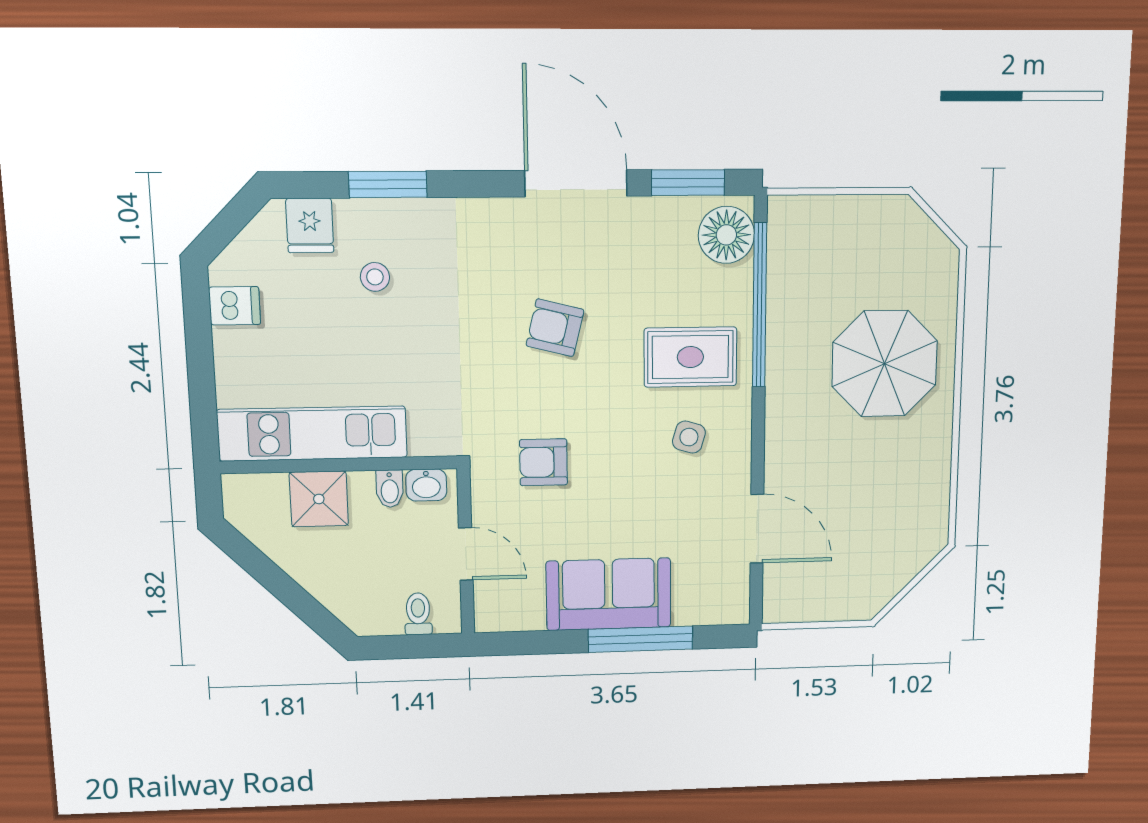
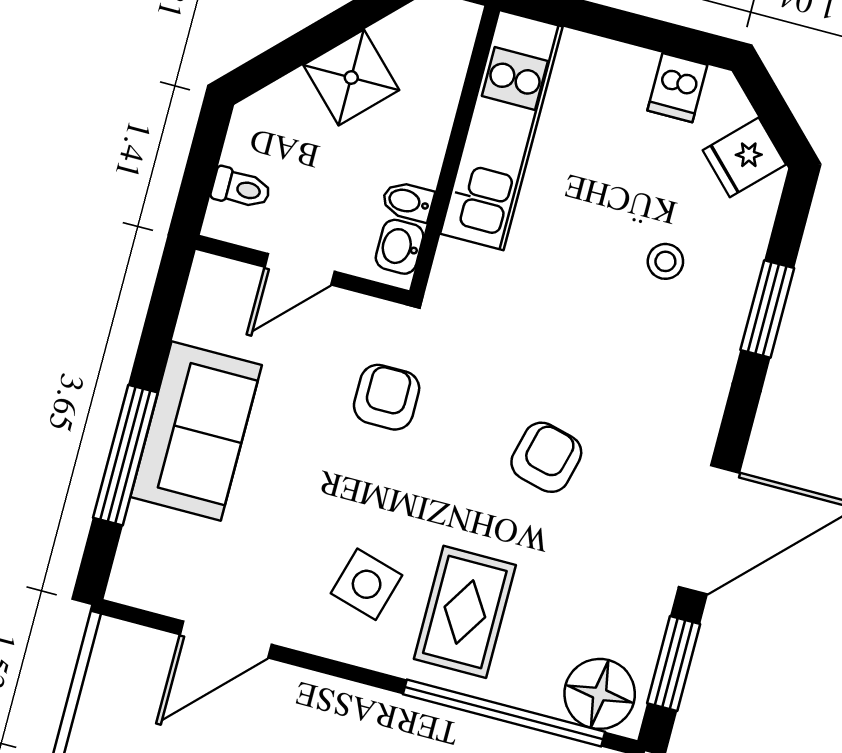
fridge: (310, 225) -> (744, 157), moved, turned -45
side table: (689, 437) -> (367, 584), width x1.37, depth x1.37
shower: (319, 499) -> (351, 78), moved, turned 45

